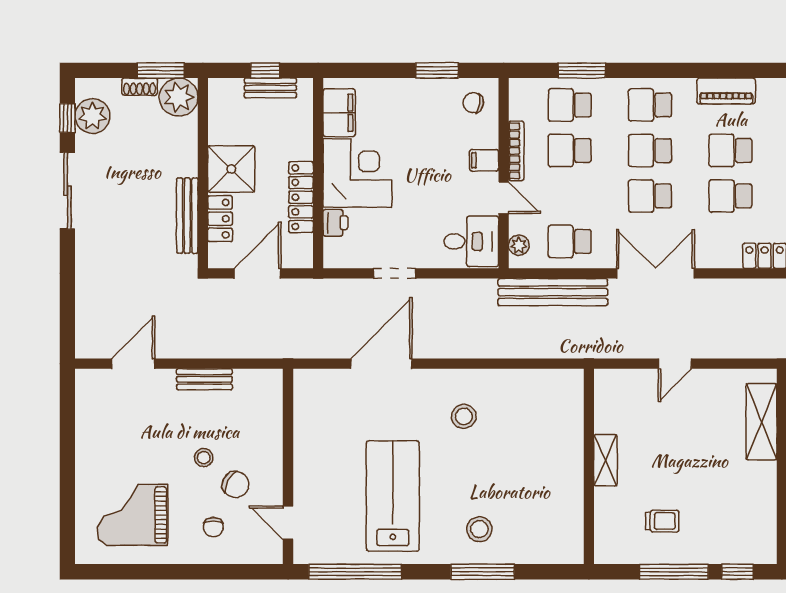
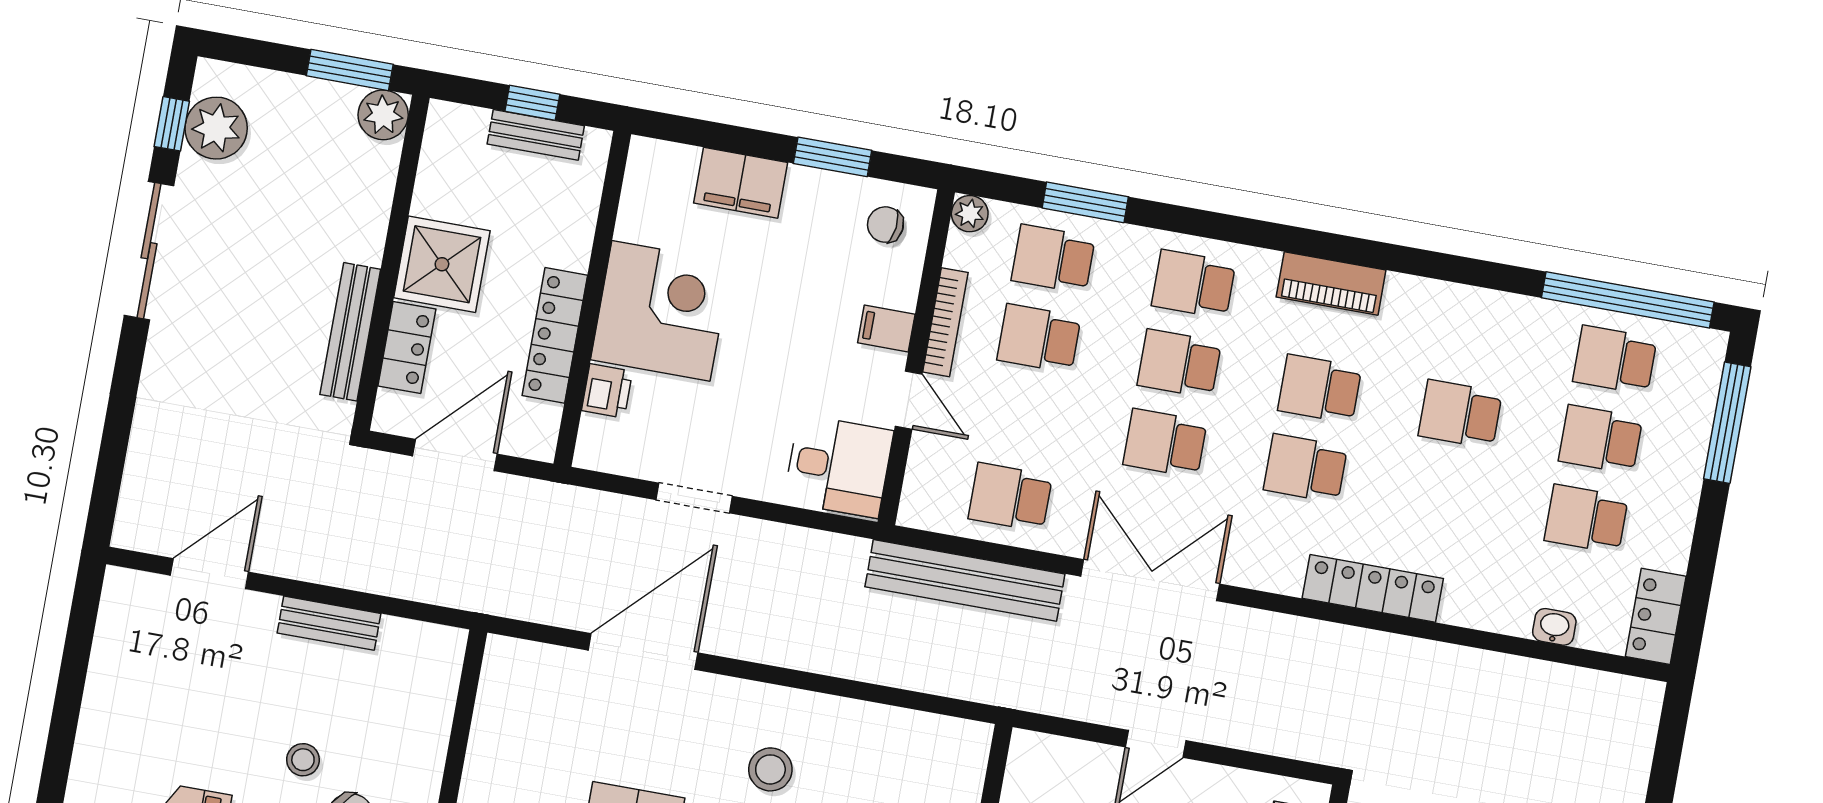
shoe rack: (140, 87) -> (308, 92), removed
plant: (179, 97) -> (383, 115), width x0.73, depth x0.73
filing cabinet: (339, 113) -> (741, 183), moved, turned 90
plant: (519, 245) -> (970, 214), moved

